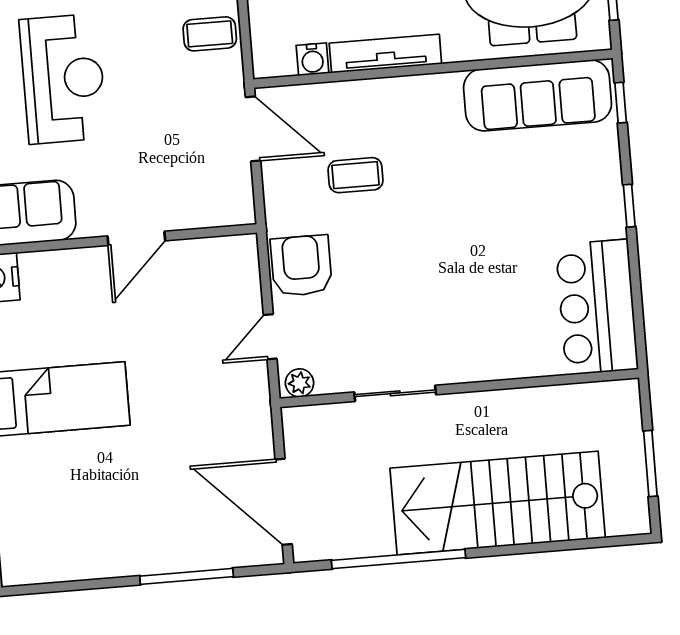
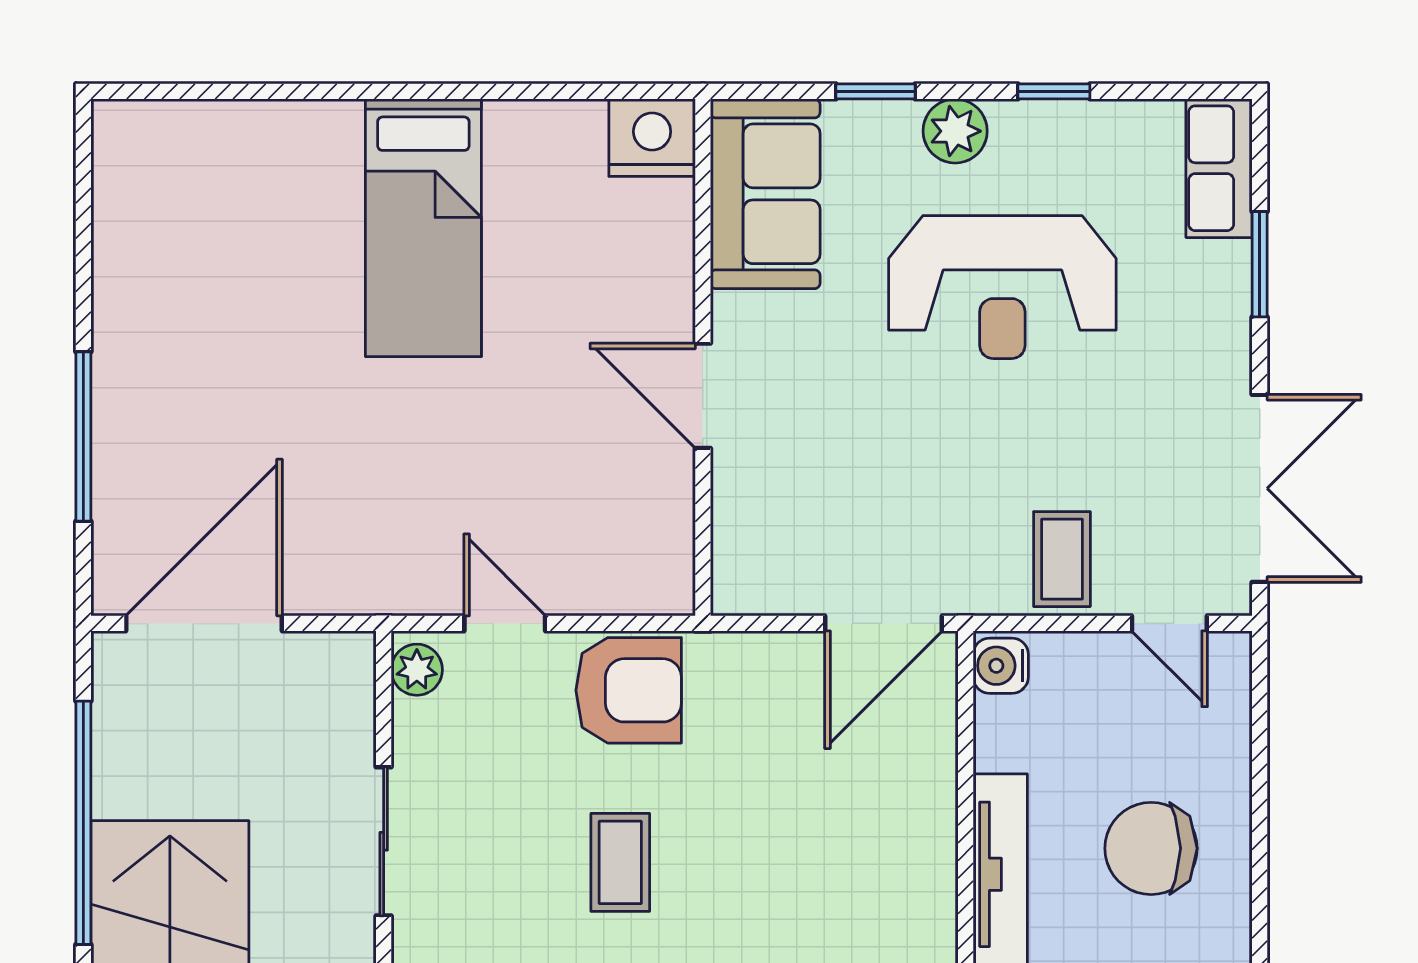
water cooler: (312, 59) -> (1001, 666), moved
coffee table: (356, 175) -> (620, 862), moved

